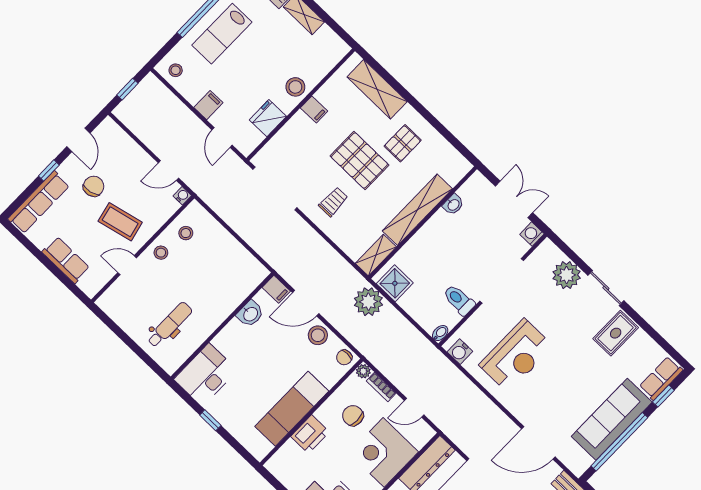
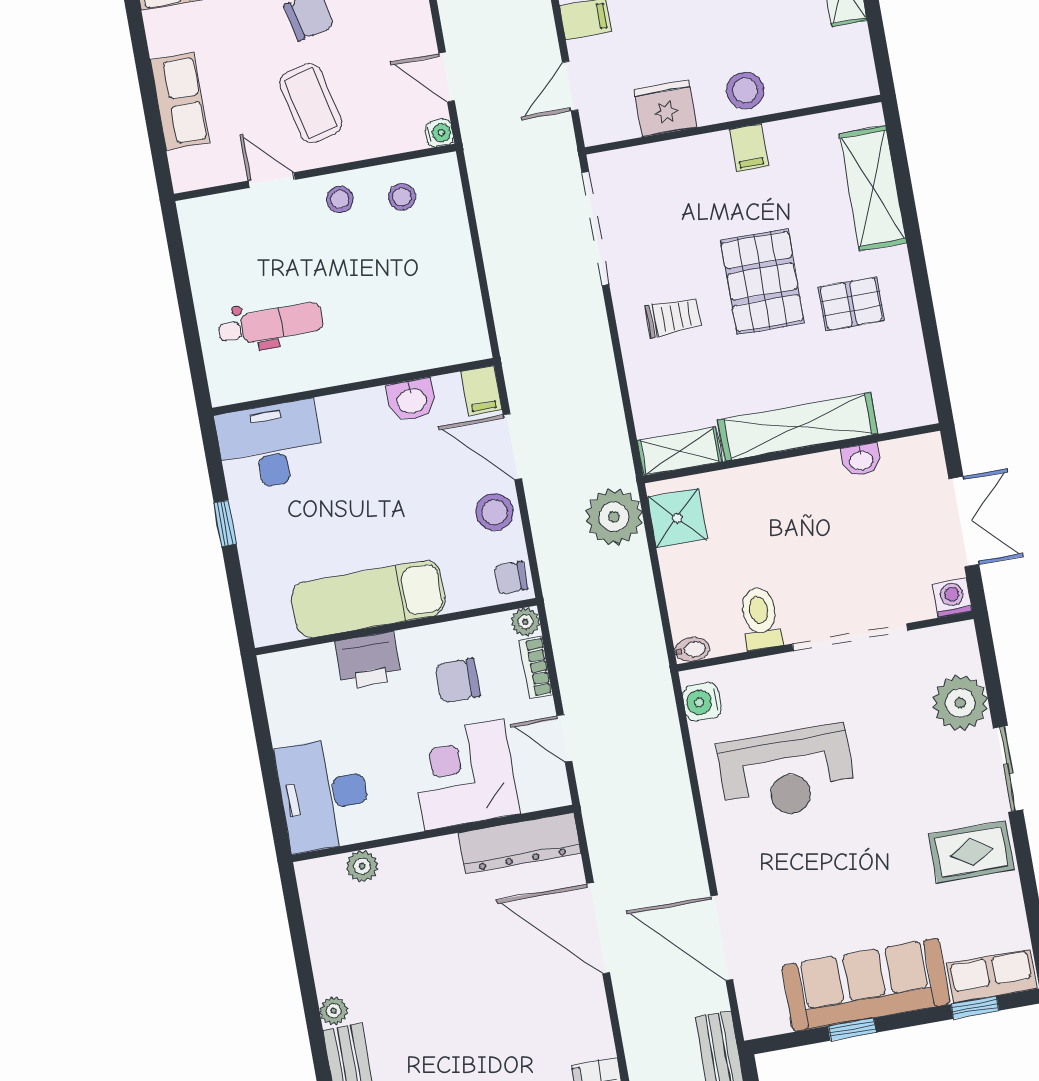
chair: (353, 416) -> (458, 680), turned -90
window: (619, 442) -> (852, 1029), width x0.32

